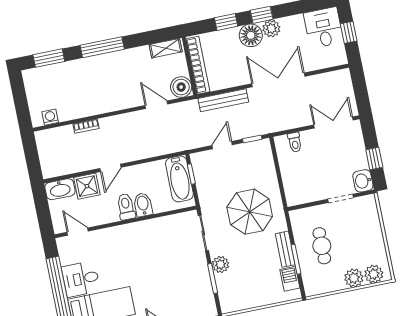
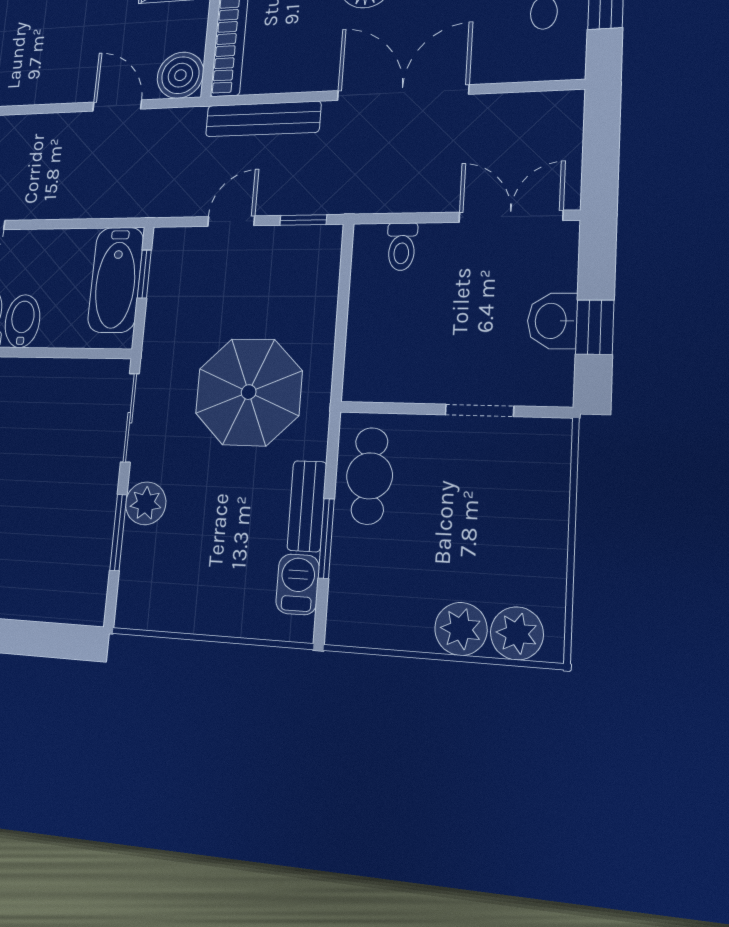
washbasin: (363, 181) -> (552, 321), moved
cafe table: (322, 246) -> (370, 476), moved

